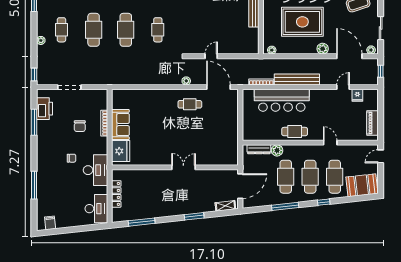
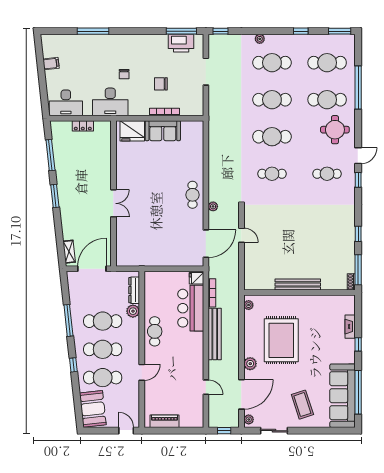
cafe table: (61, 30) -> (272, 63), width x1.37, depth x1.35
fridge: (357, 95) -> (196, 278), moved
bar counter: (282, 100) -> (191, 308), width x0.73
cafe table: (190, 104) -> (192, 195), moved
window: (34, 122) -> (181, 31), moved
door: (240, 186) -> (92, 269), swing flipped
locker: (116, 194) -> (83, 126), width x0.66
window: (194, 216) -> (55, 196), moved
filing cabinet: (50, 223) -> (51, 64), moved

